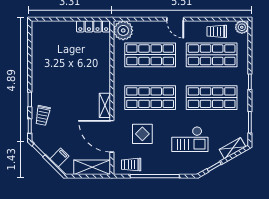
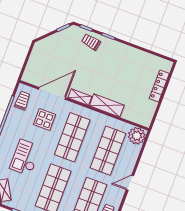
locker: (93, 26) -> (159, 86), moved
filing cabinet: (59, 158) -> (51, 43), removed
shelving: (92, 167) -> (107, 105), moved, turned 90

